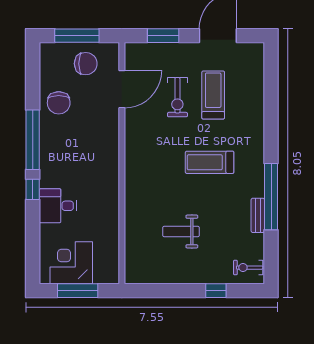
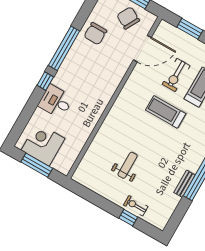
chair: (86, 64) -> (128, 18), turned -151
treadmill: (210, 162) -> (166, 112), moved
weight bench: (181, 232) -> (128, 165), turned 90
exercise bike: (248, 268) -> (136, 206), moved

